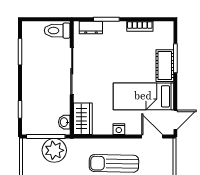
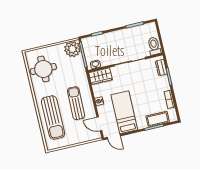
cot: (165, 66) -> (158, 119), moved
door: (152, 137) -> (99, 124), swing flipped
plant: (54, 150) -> (72, 49), moved

